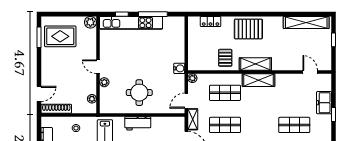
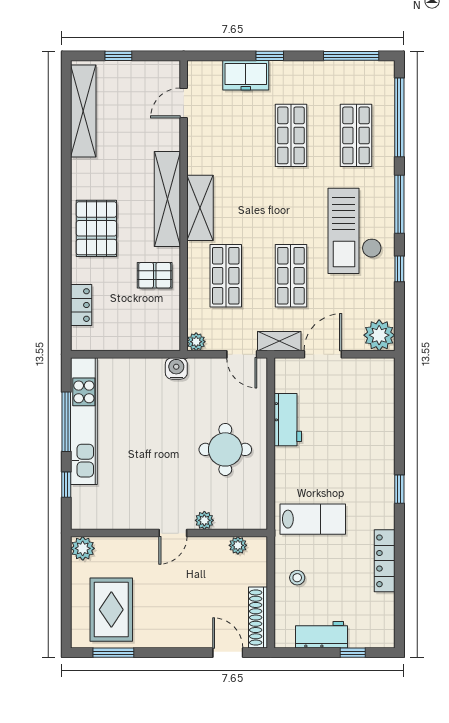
kitchen unit: (131, 23) -> (84, 421), moved
shelving: (255, 64) -> (167, 199), width x1.47
workbench: (138, 123) -> (288, 420), moved

